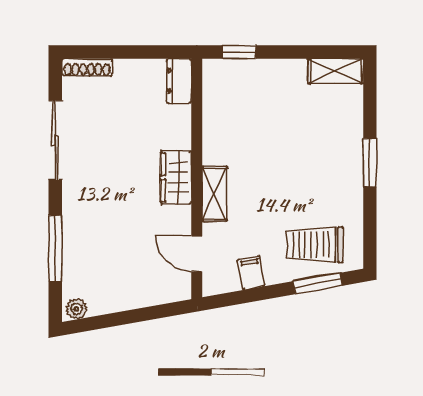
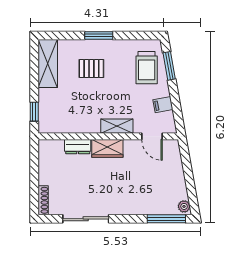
shelving: (336, 71) -> (48, 63), width x1.50, depth x1.33
dresser: (179, 81) -> (78, 147), moved
pallet: (313, 150) -> (91, 69), added
window: (55, 249) -> (166, 219), moved
door: (197, 254) -> (152, 136), hinge flipped

